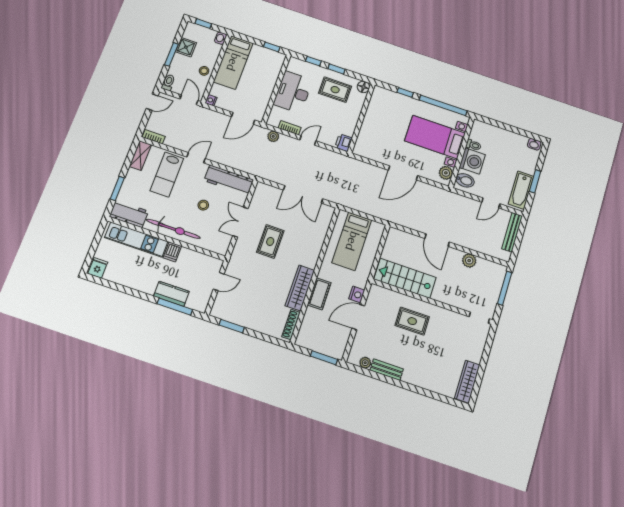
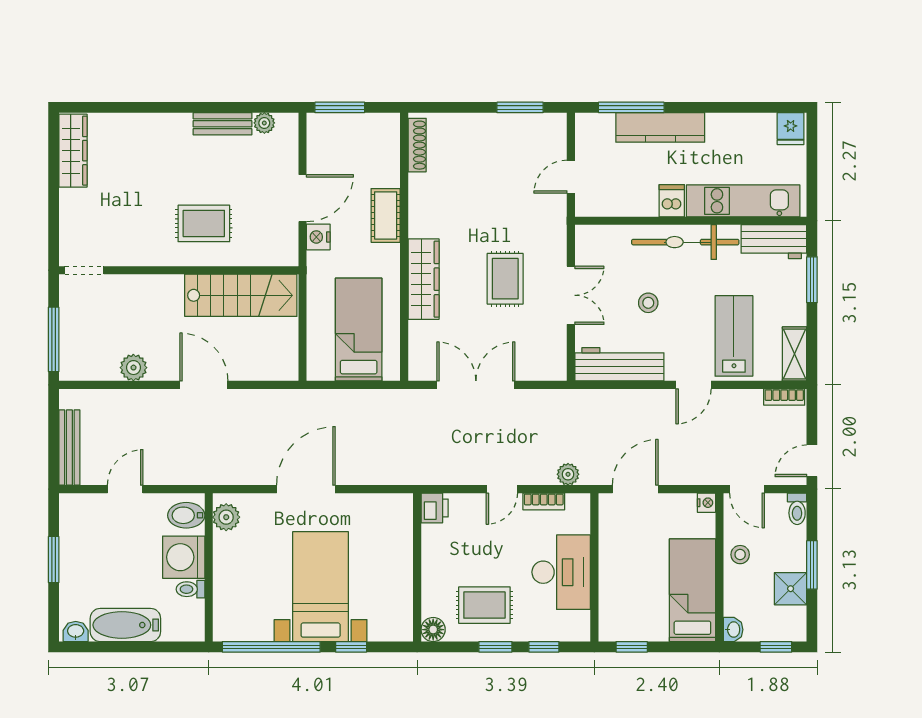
bed with nightstands: (435, 137) -> (321, 587), moved, turned -90
bathtub: (521, 190) -> (125, 625), moved, turned -90
wardrobe: (300, 288) -> (424, 279), moved
kitchen counter: (171, 294) -> (660, 127), width x1.50

